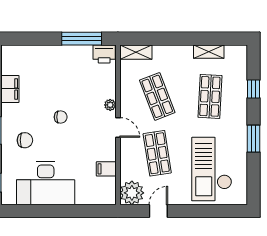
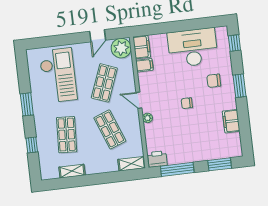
window: (30, 39) -> (220, 164), added
shop shelf: (157, 153) -> (104, 83), turned 30
filing cabinet: (107, 191) -> (142, 47), added

